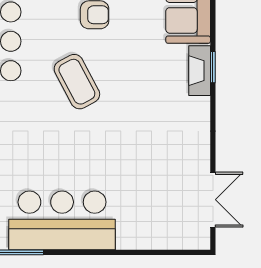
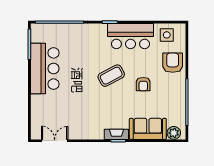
double door: (213, 200) -> (55, 141), swing flipped

